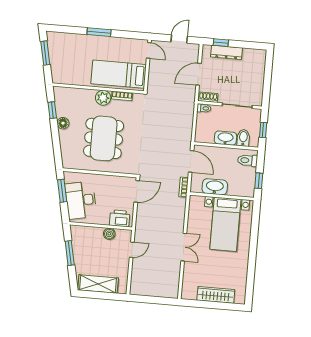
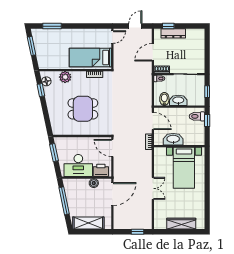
window: (99, 32) -> (52, 26), moved
door: (149, 50) -> (112, 37), hinge flipped
plant: (103, 98) -> (65, 77), moved
floor lamp: (63, 123) -> (46, 81), moved
dining table: (104, 138) -> (83, 109), width x0.73
bidet: (243, 138) -> (164, 99), moved
window: (259, 181) -> (207, 120), moved
door: (137, 191) -> (112, 148), swing flipped
desk: (81, 200) -> (78, 165), moved, turned -78
door: (132, 250) -> (112, 194), width x1.87
window: (70, 253) -> (64, 201), width x1.44
window: (159, 300) -> (137, 232), added

